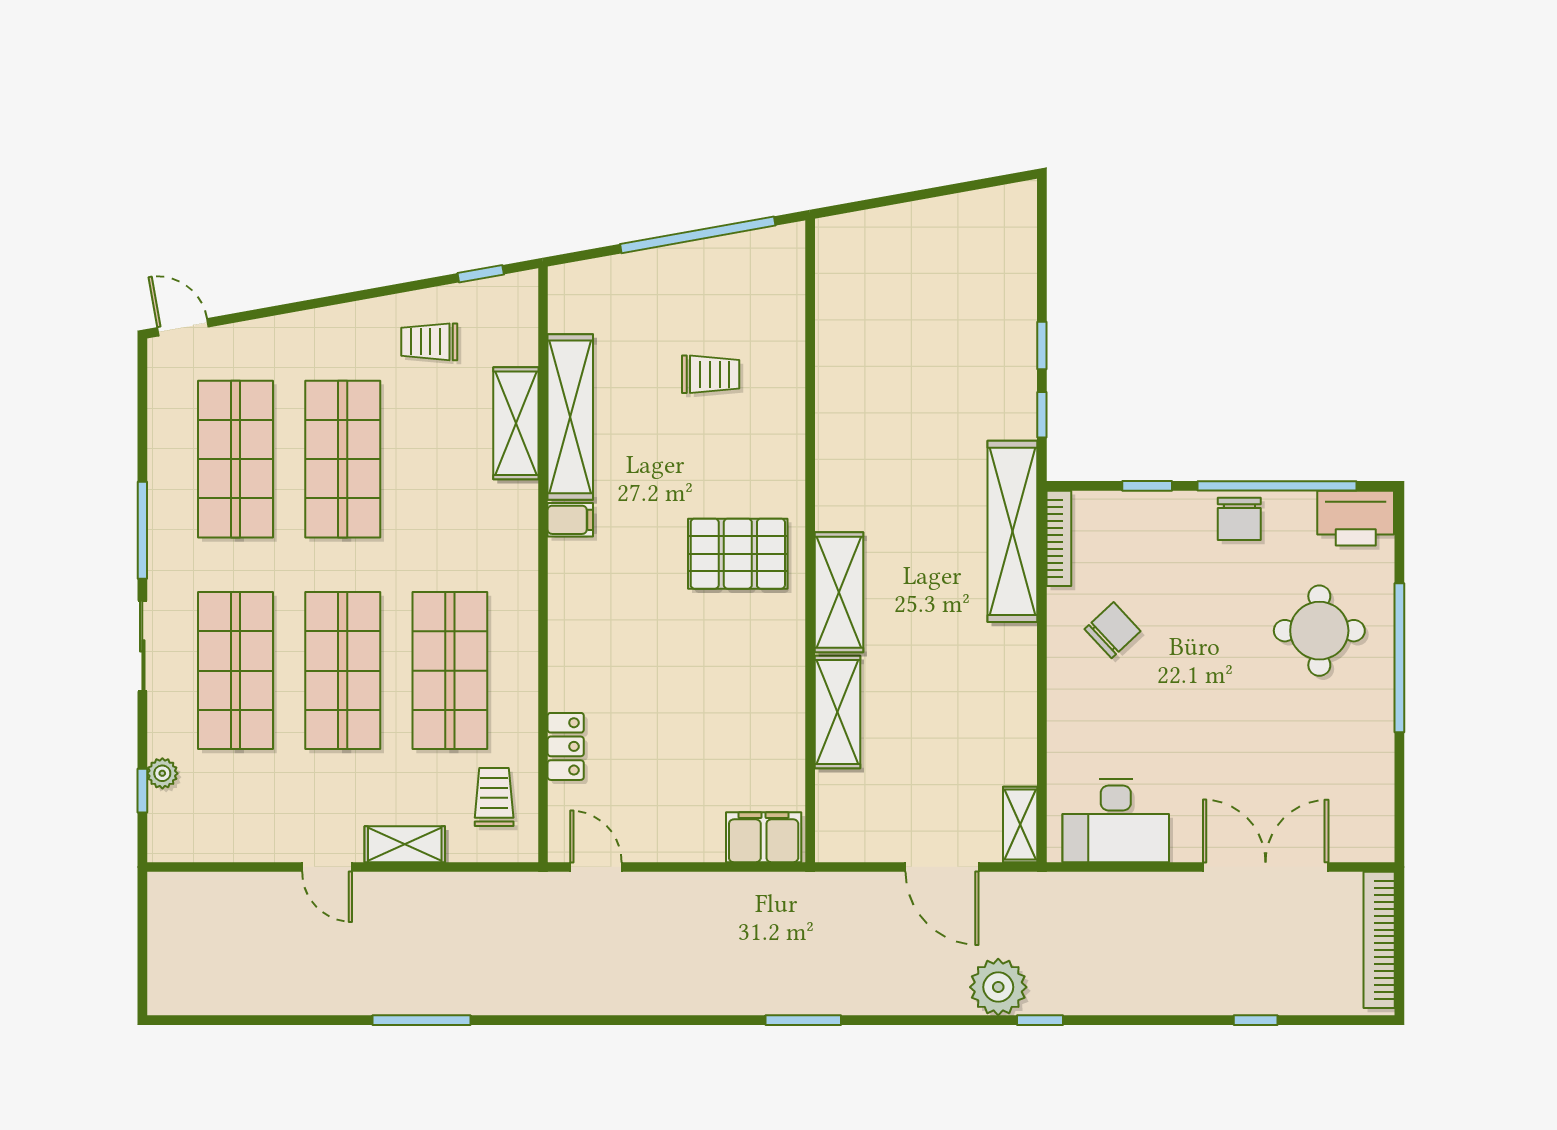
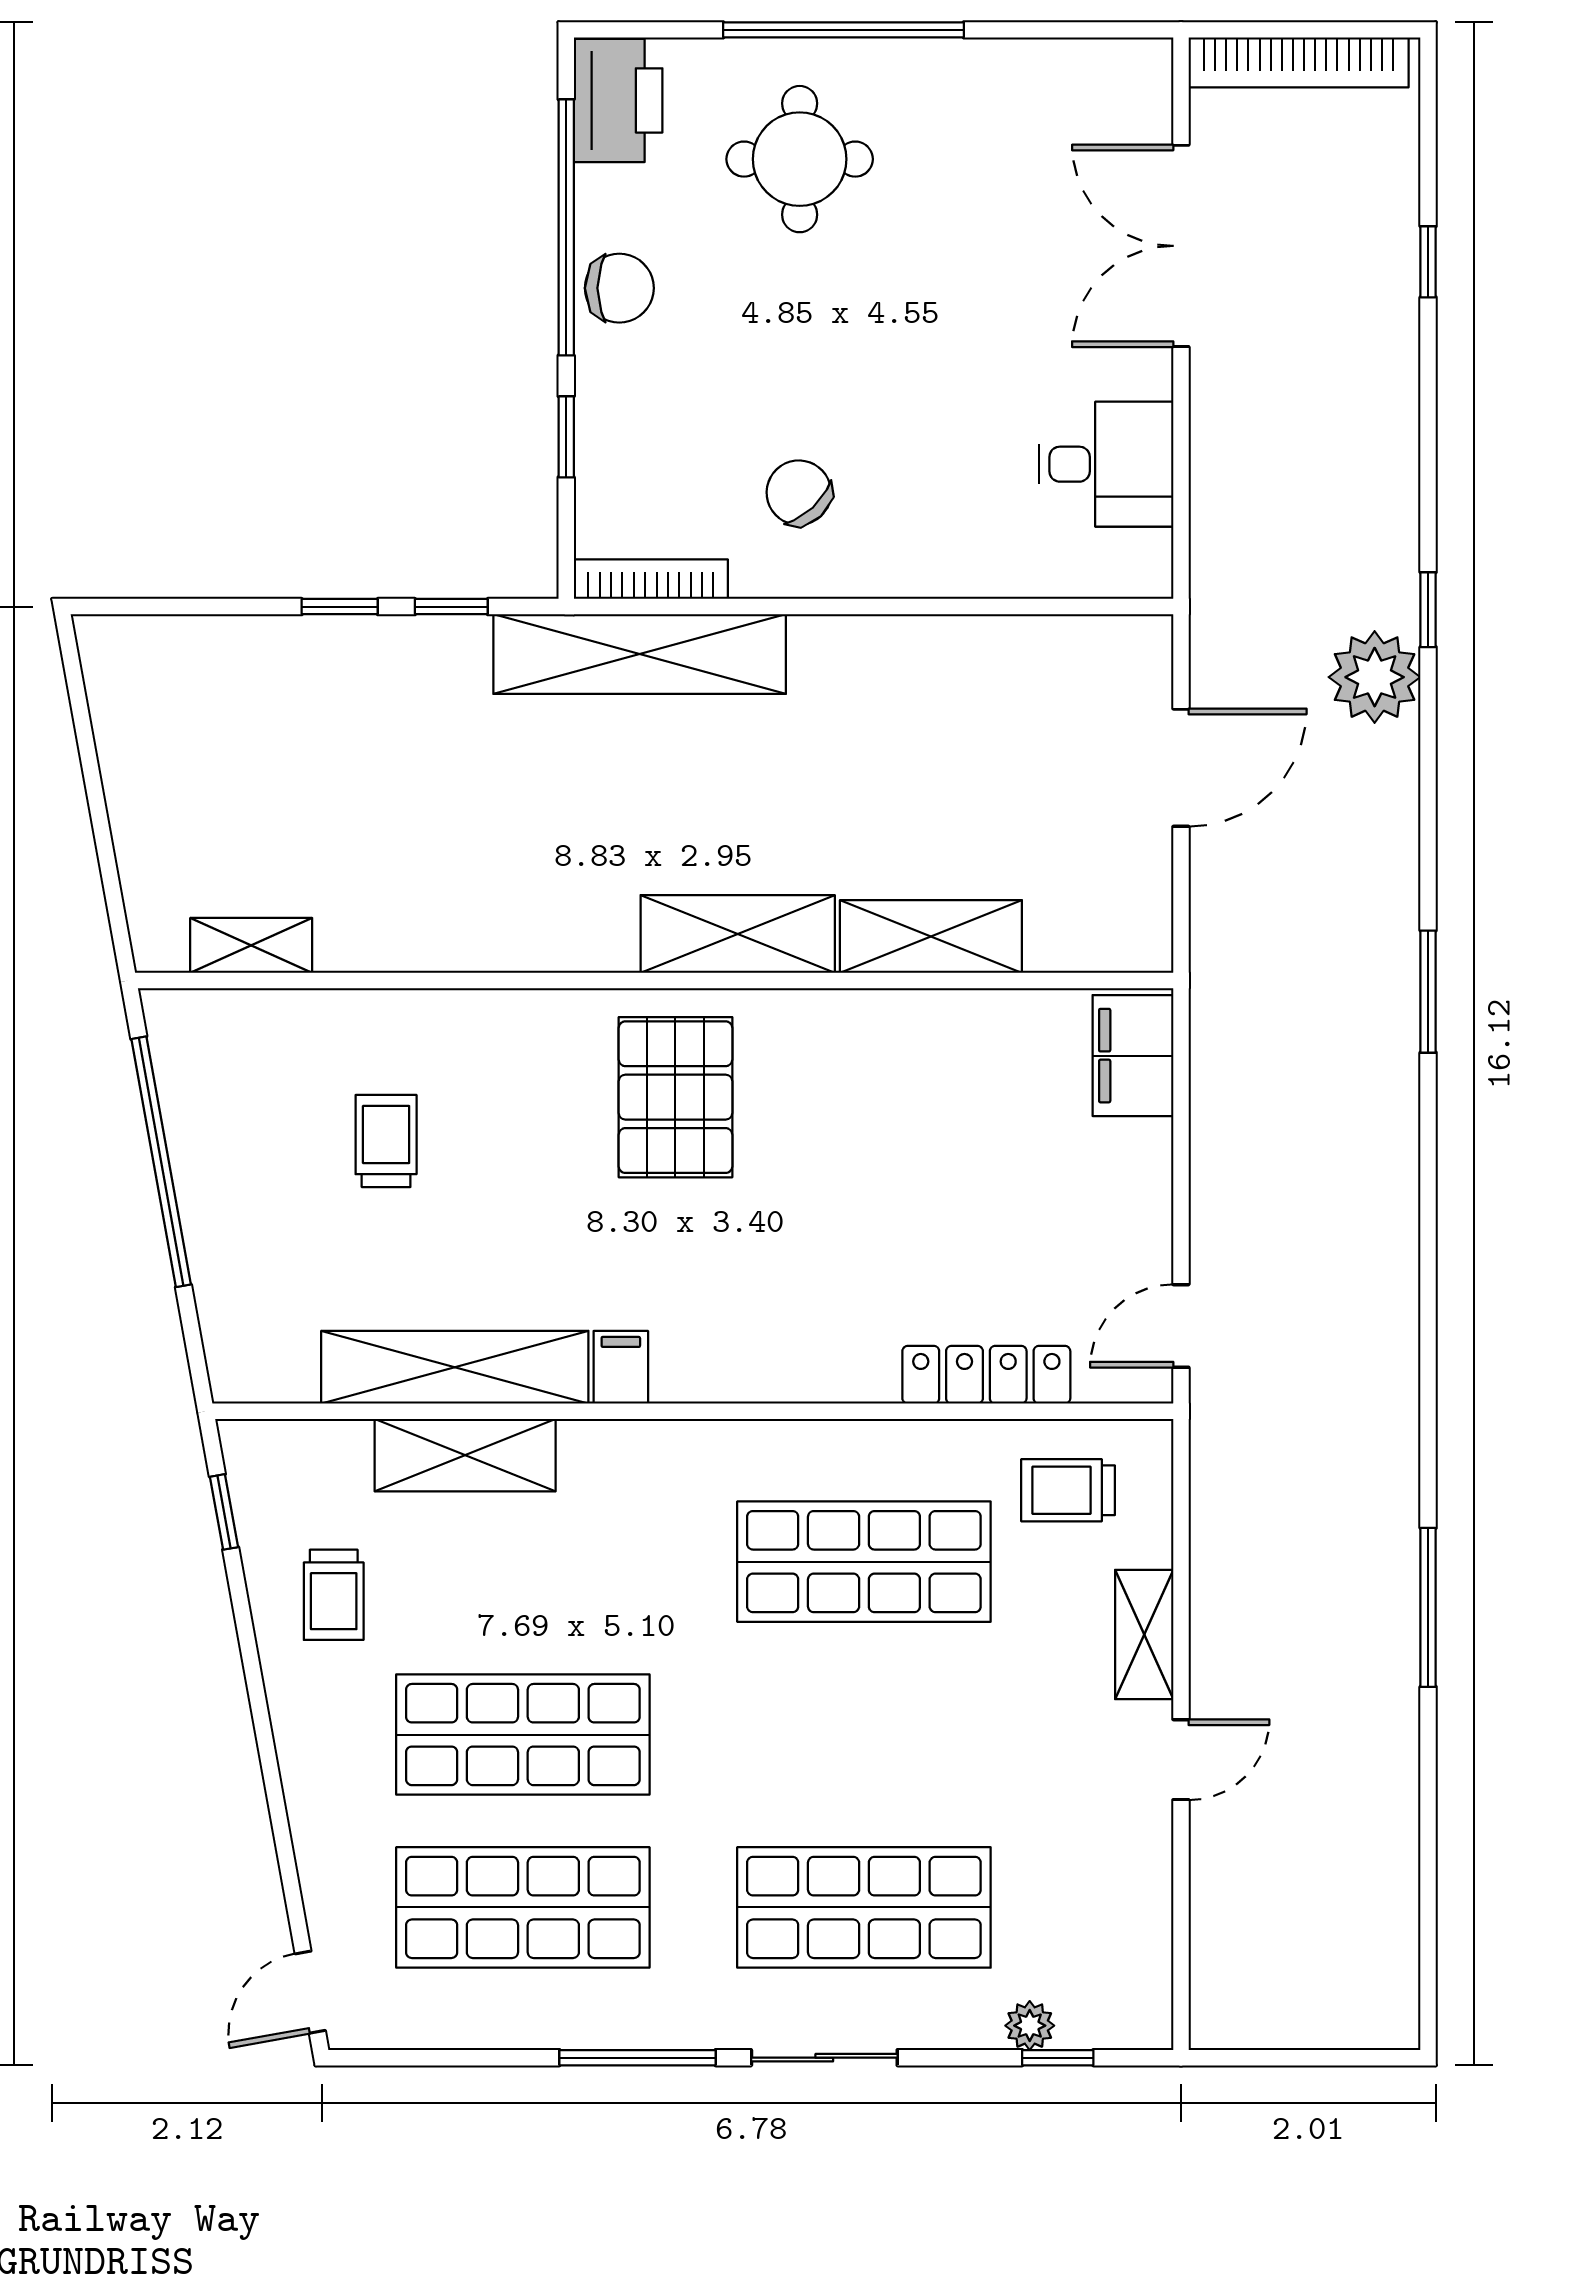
shop shelf: (343, 671) -> (864, 1735), removed
locker: (566, 746) -> (986, 1375), width x1.53
desk: (1116, 821) -> (1106, 464), width x0.73
shelving: (1020, 824) -> (251, 945), moved

